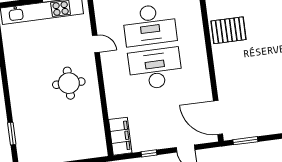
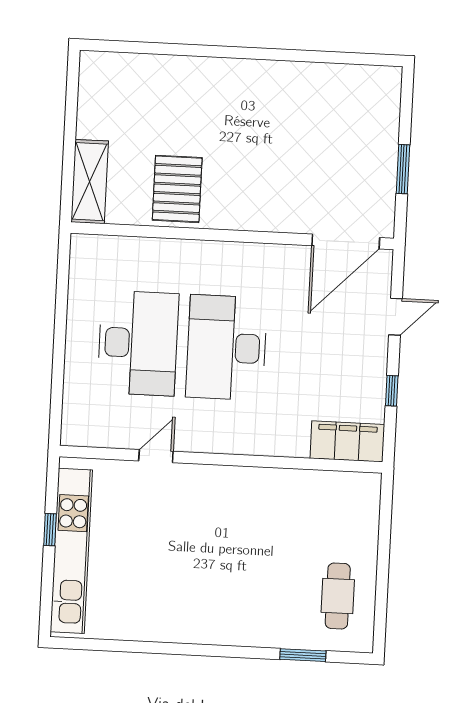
round table: (69, 83) -> (224, 524), removed
window: (245, 141) -> (403, 169), moved
cafe table: (44, 145) -> (338, 596), added

